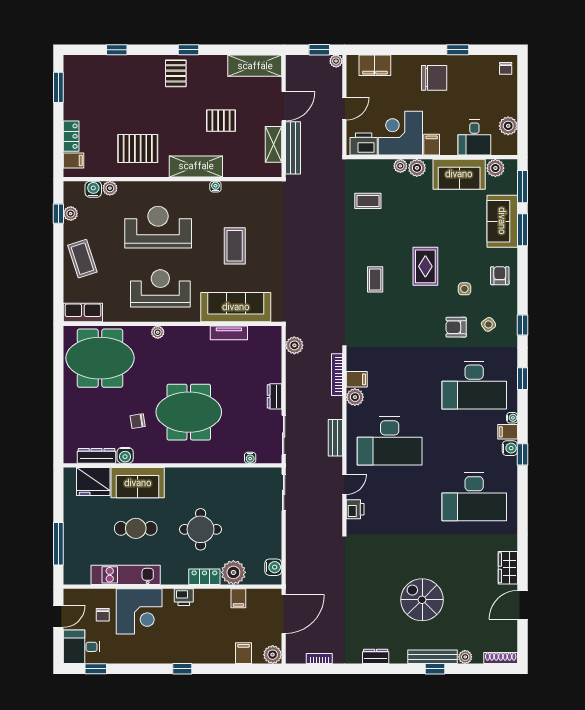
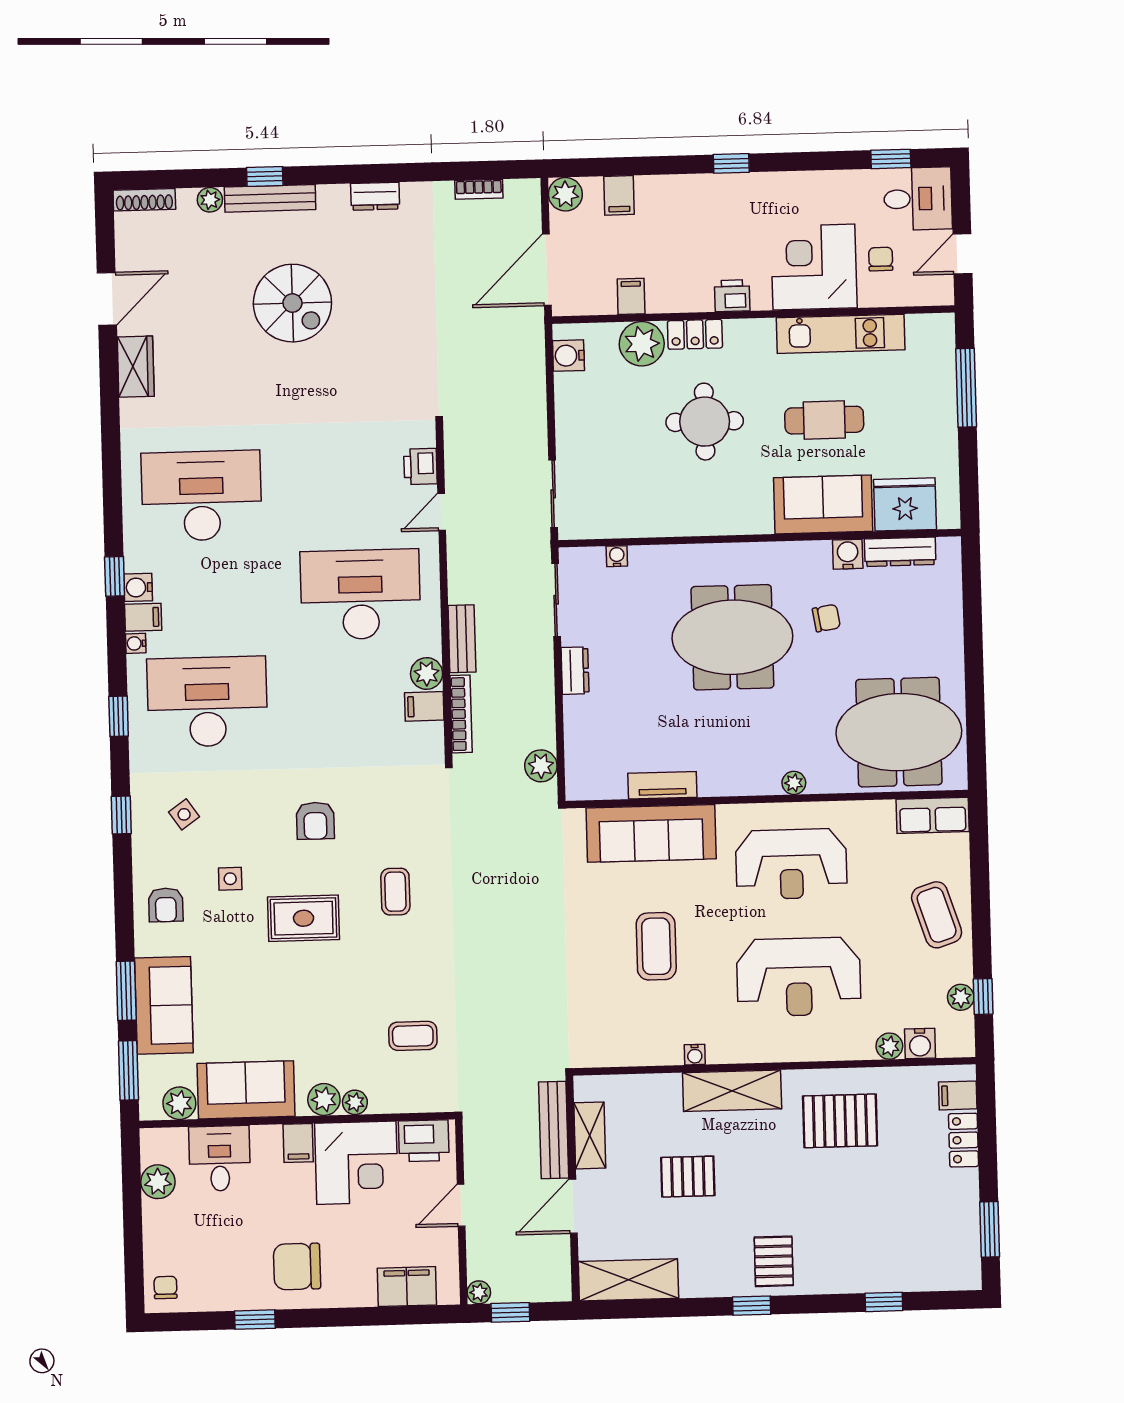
rug: (425, 266) -> (304, 918), turned 90
armchair: (456, 327) -> (315, 821), moved, turned 90
bench: (335, 438) -> (462, 639), moved

